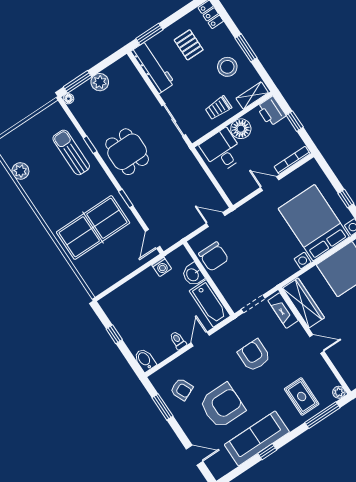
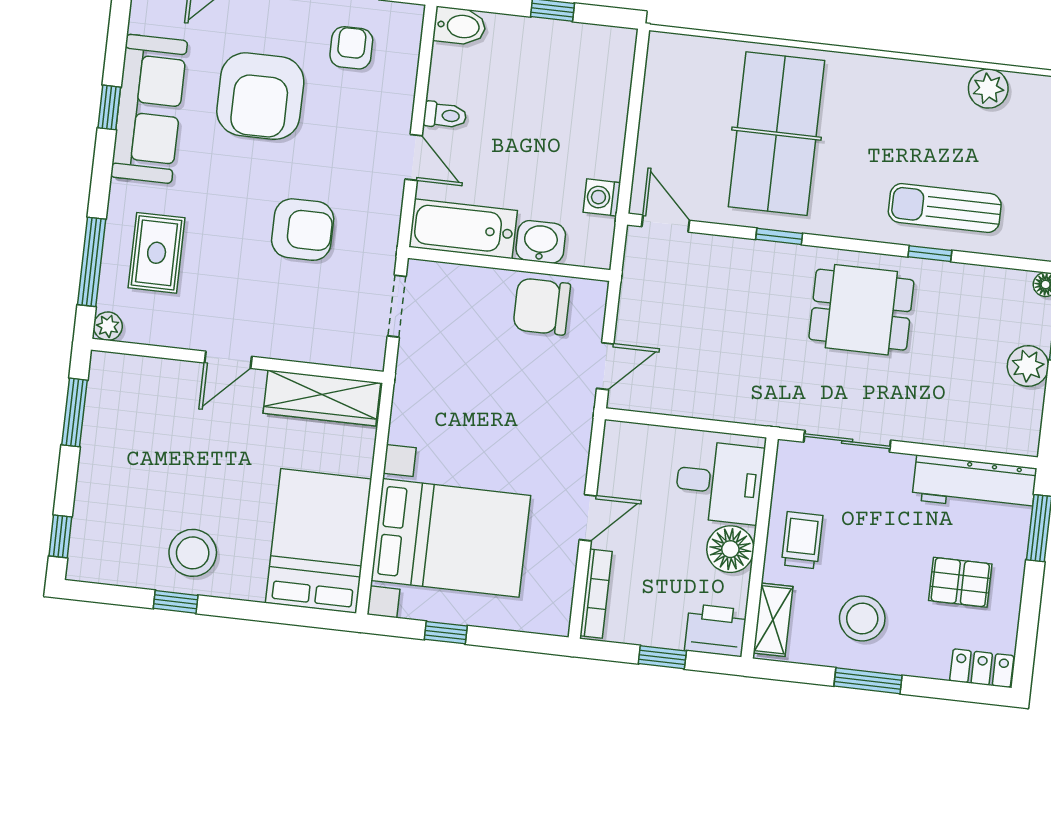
sun lounger: (71, 152) -> (945, 208), turned 180
fireplace: (283, 311) -> (339, 350), removed
armchair: (182, 389) -> (351, 48), turned 114
rug: (302, 397) -> (157, 253), turned 90

